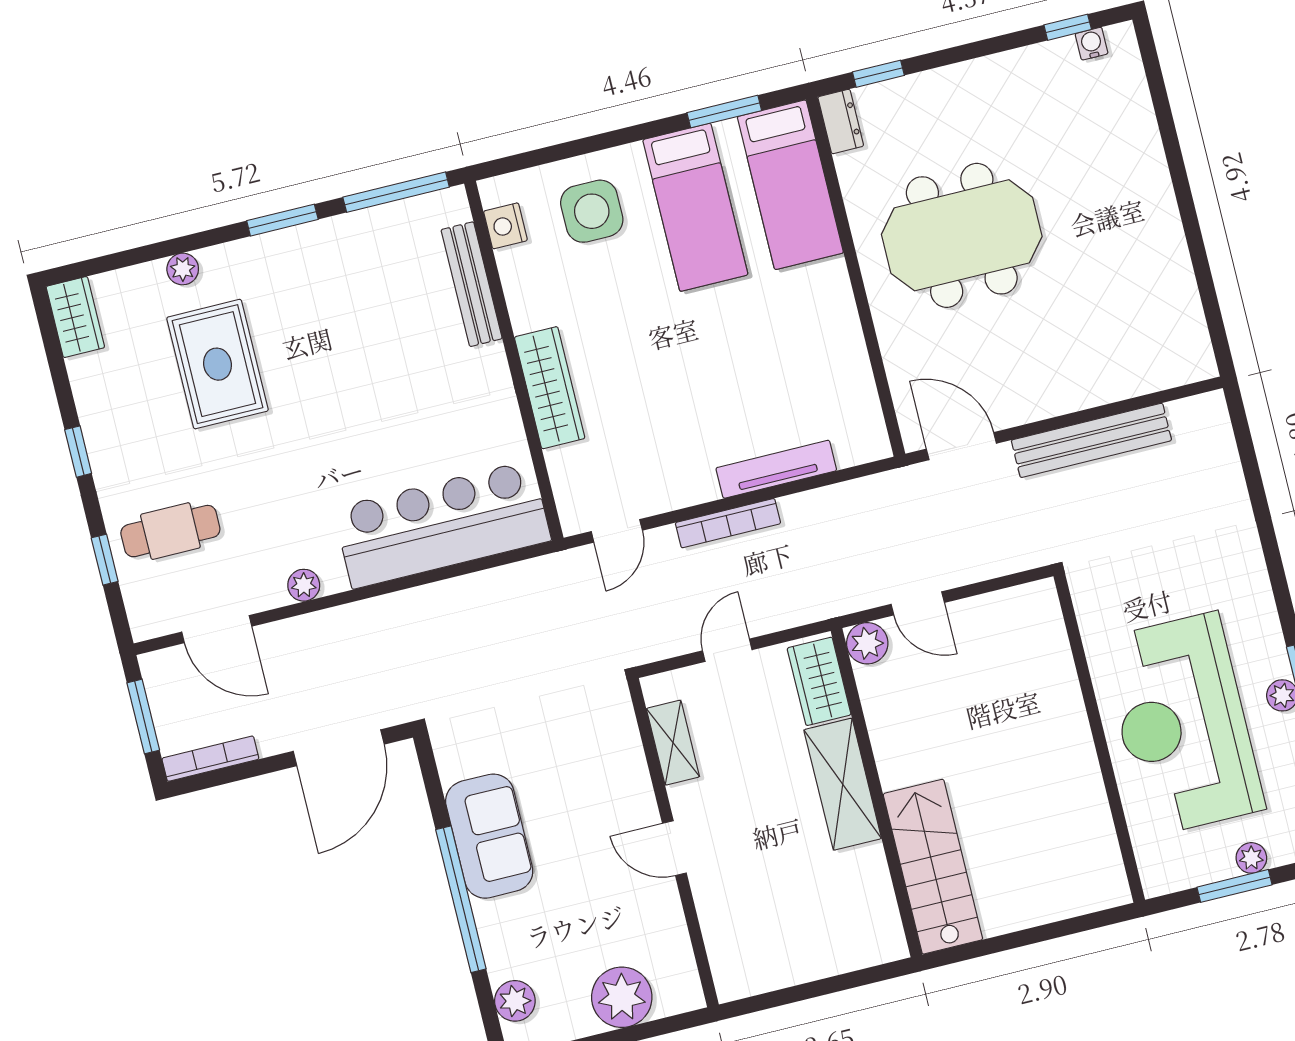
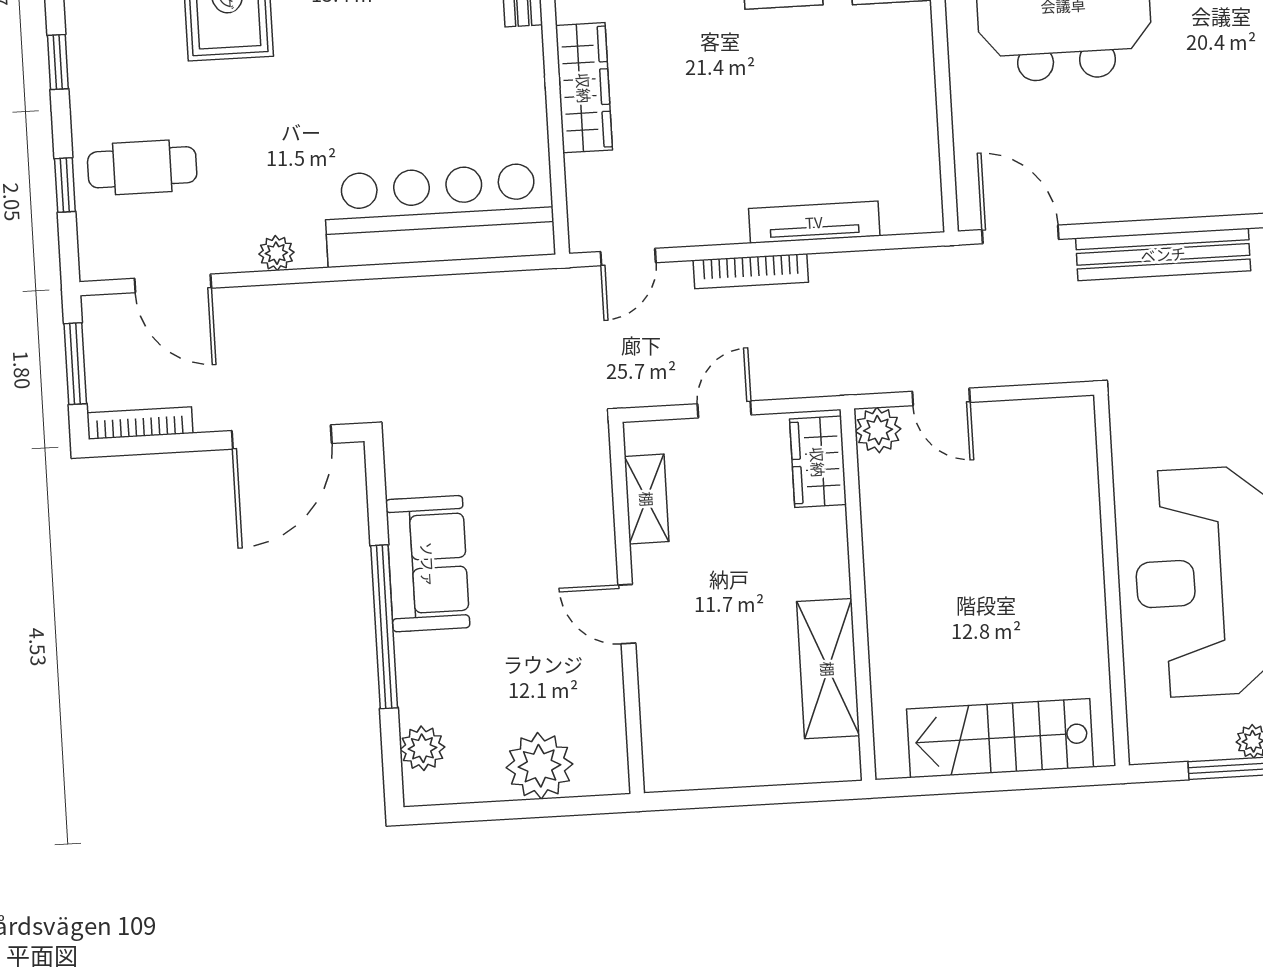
shelving: (843, 784) -> (828, 669), moved
stairs: (933, 867) -> (1000, 738), moved, turned -90

